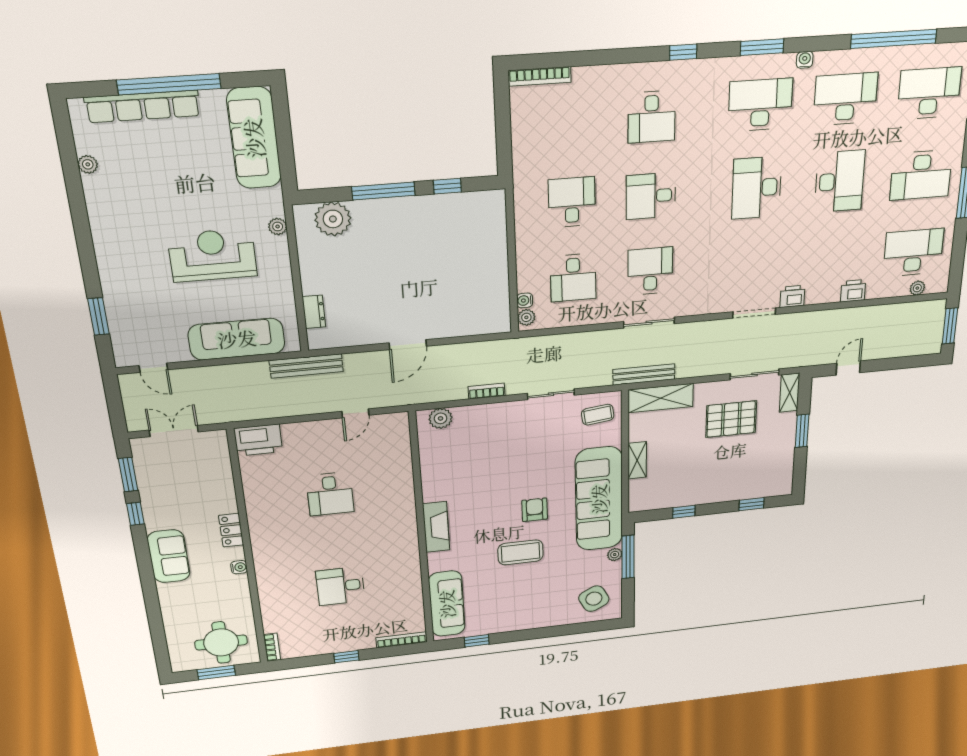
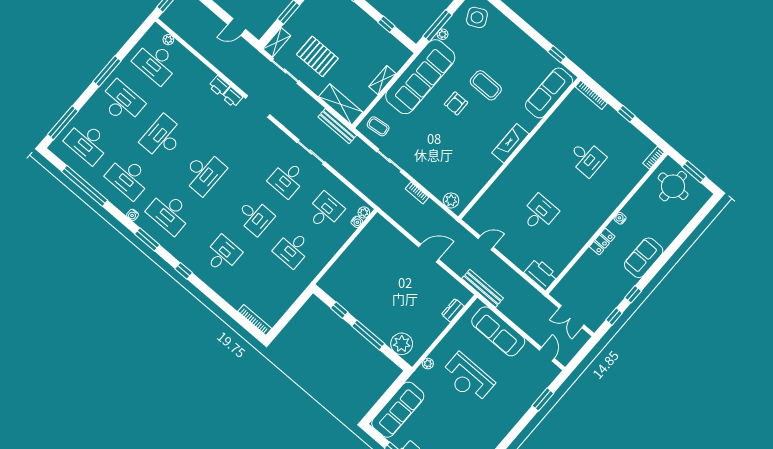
printer: (853, 291) -> (219, 86), moved
window: (128, 475) -> (614, 316), width x0.67

